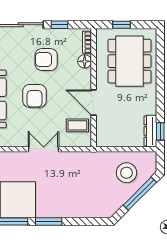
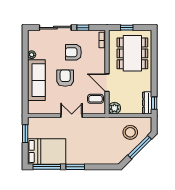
floor lamp: (85, 61) -> (101, 54), removed
armchair: (34, 96) -> (65, 78), turned 180
plant: (104, 139) -> (114, 108), added

